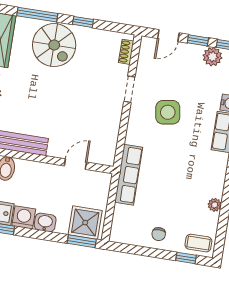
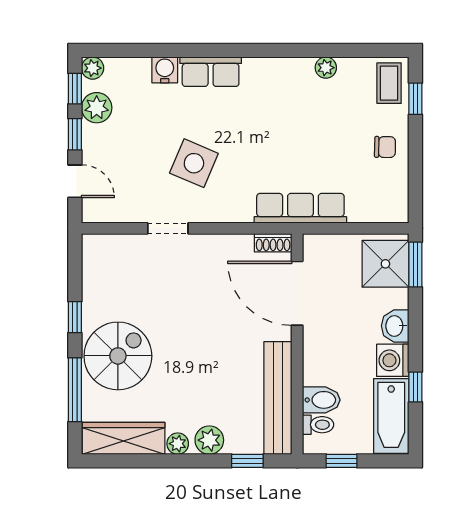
shoe rack: (126, 52) -> (273, 243), moved
side table: (168, 112) -> (194, 163), turned 32
door: (75, 164) -> (297, 293), width x1.88

